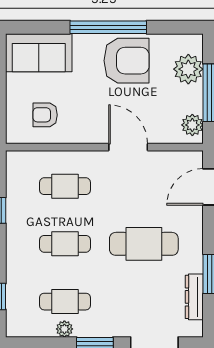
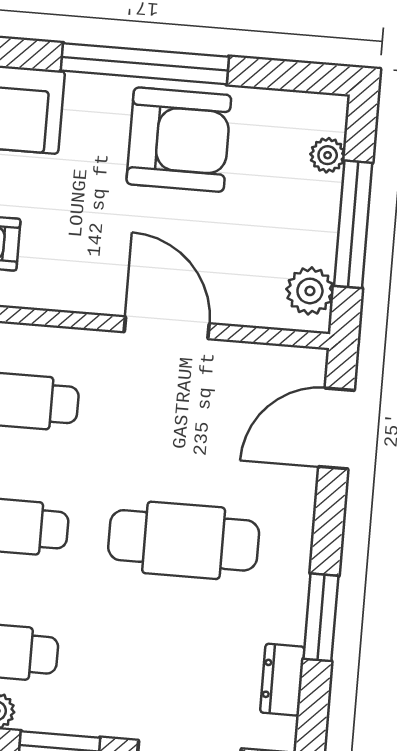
plant: (188, 69) -> (328, 155), width x0.53, depth x0.53
dresser: (194, 297) -> (282, 680), width x0.70

